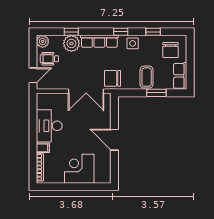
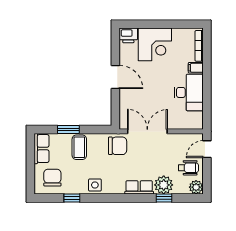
window: (121, 32) -> (108, 198), removed
row of seats: (99, 41) -> (139, 187), width x0.68
printer: (103, 177) -> (128, 35), added

